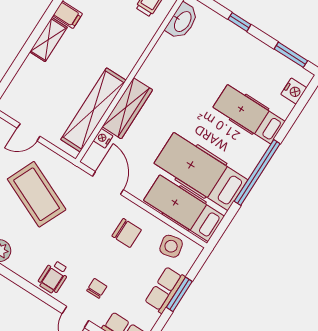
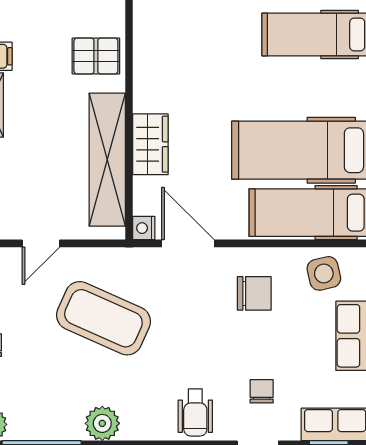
pallet: (123, 50) -> (96, 56), added
wardrobe: (127, 108) -> (150, 144), width x0.67
nightstand: (103, 138) -> (144, 228), moved

